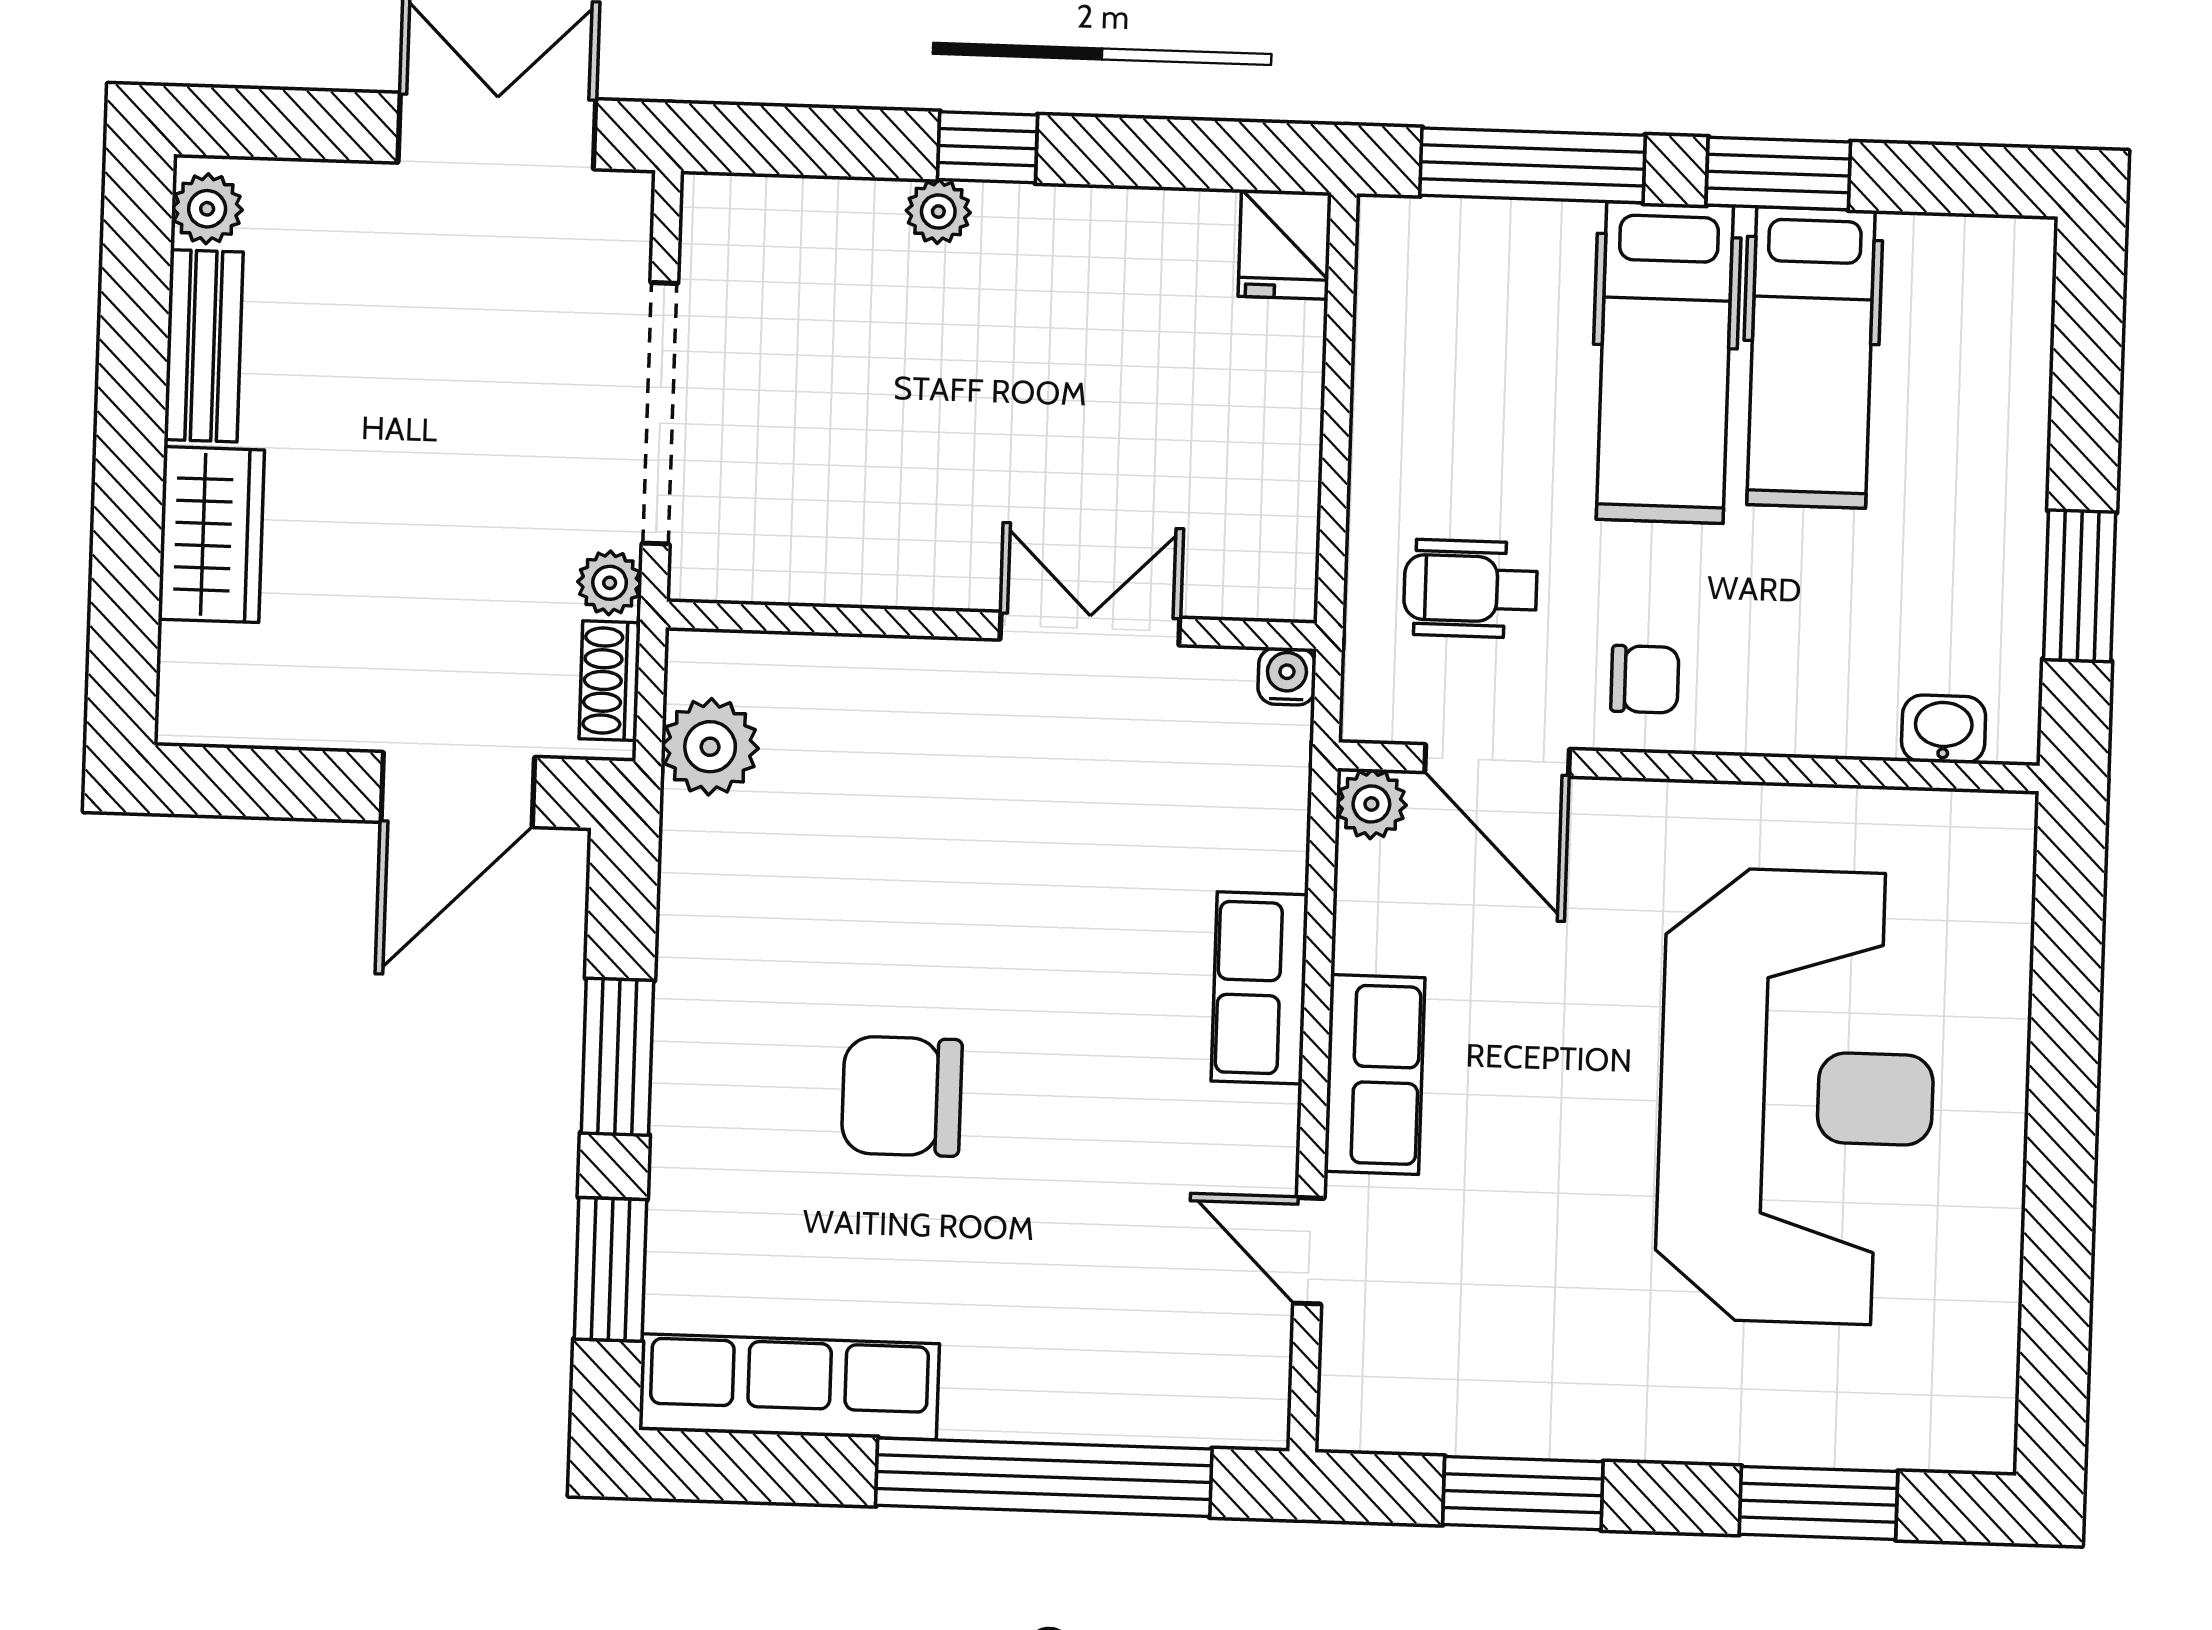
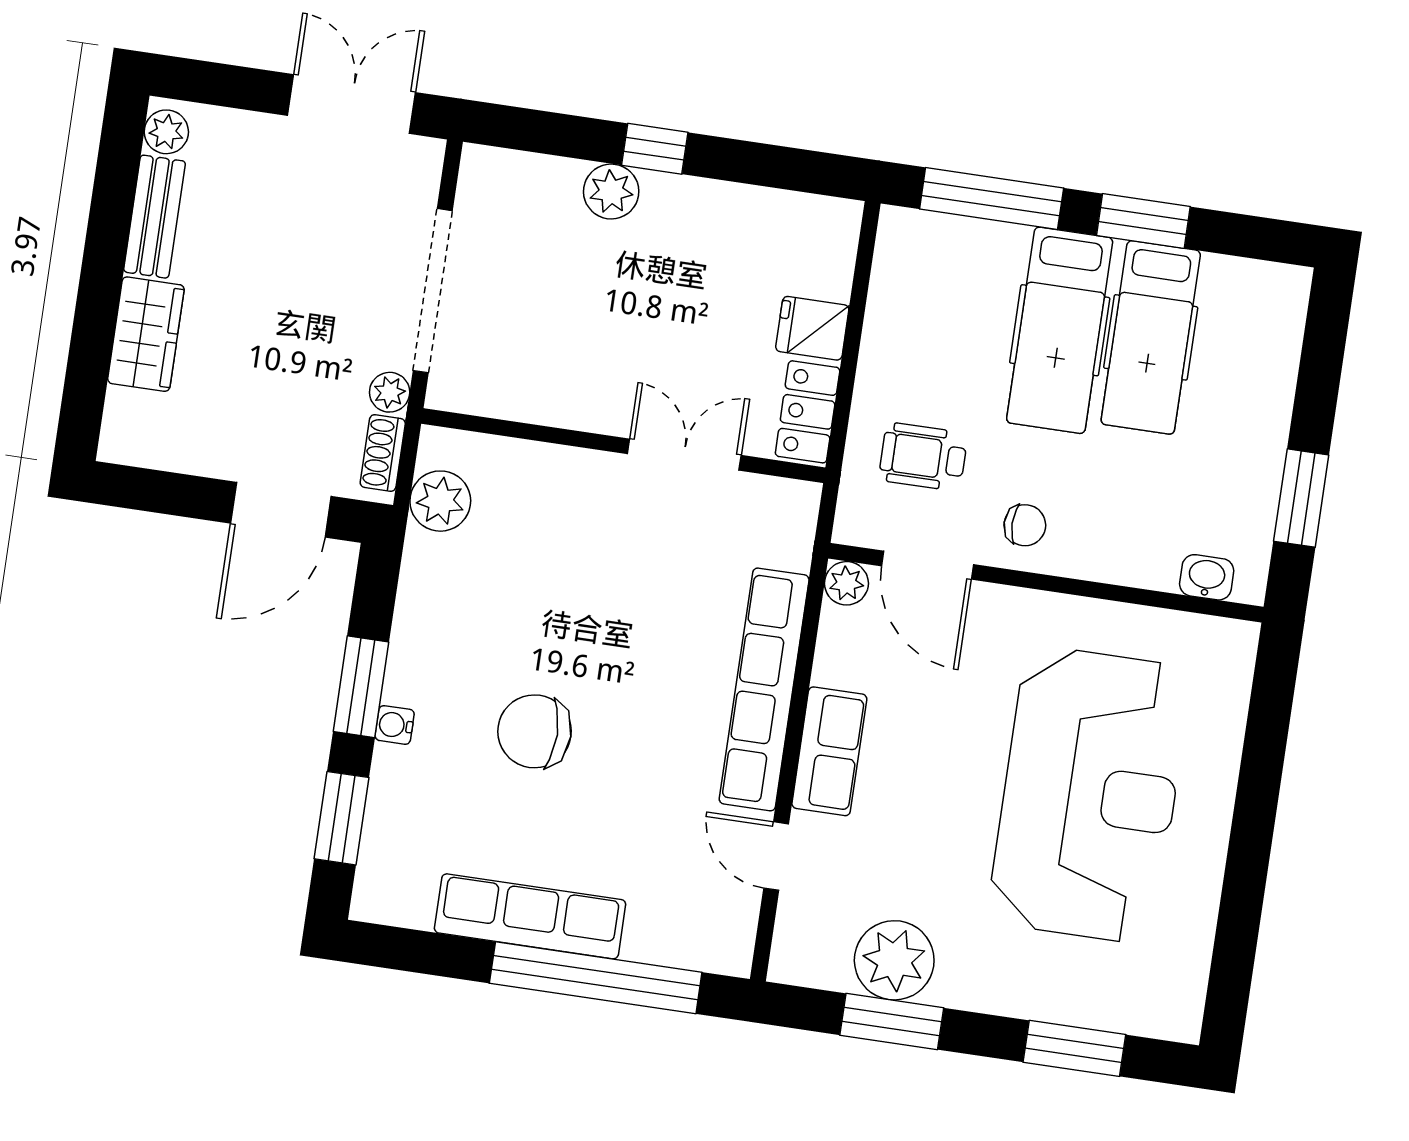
plant: (938, 212) -> (611, 192), width x1.38, depth x1.38
fridge: (1285, 244) -> (812, 328), moved, turned 90
locker: (1278, 538) -> (808, 412), added
water cooler: (1287, 676) -> (395, 725), moved, turned -90
row of seats: (1260, 988) -> (764, 689), width x2.02
row of seats: (789, 1387) -> (530, 916), moved
plant: (1516, 1395) -> (894, 960), added

